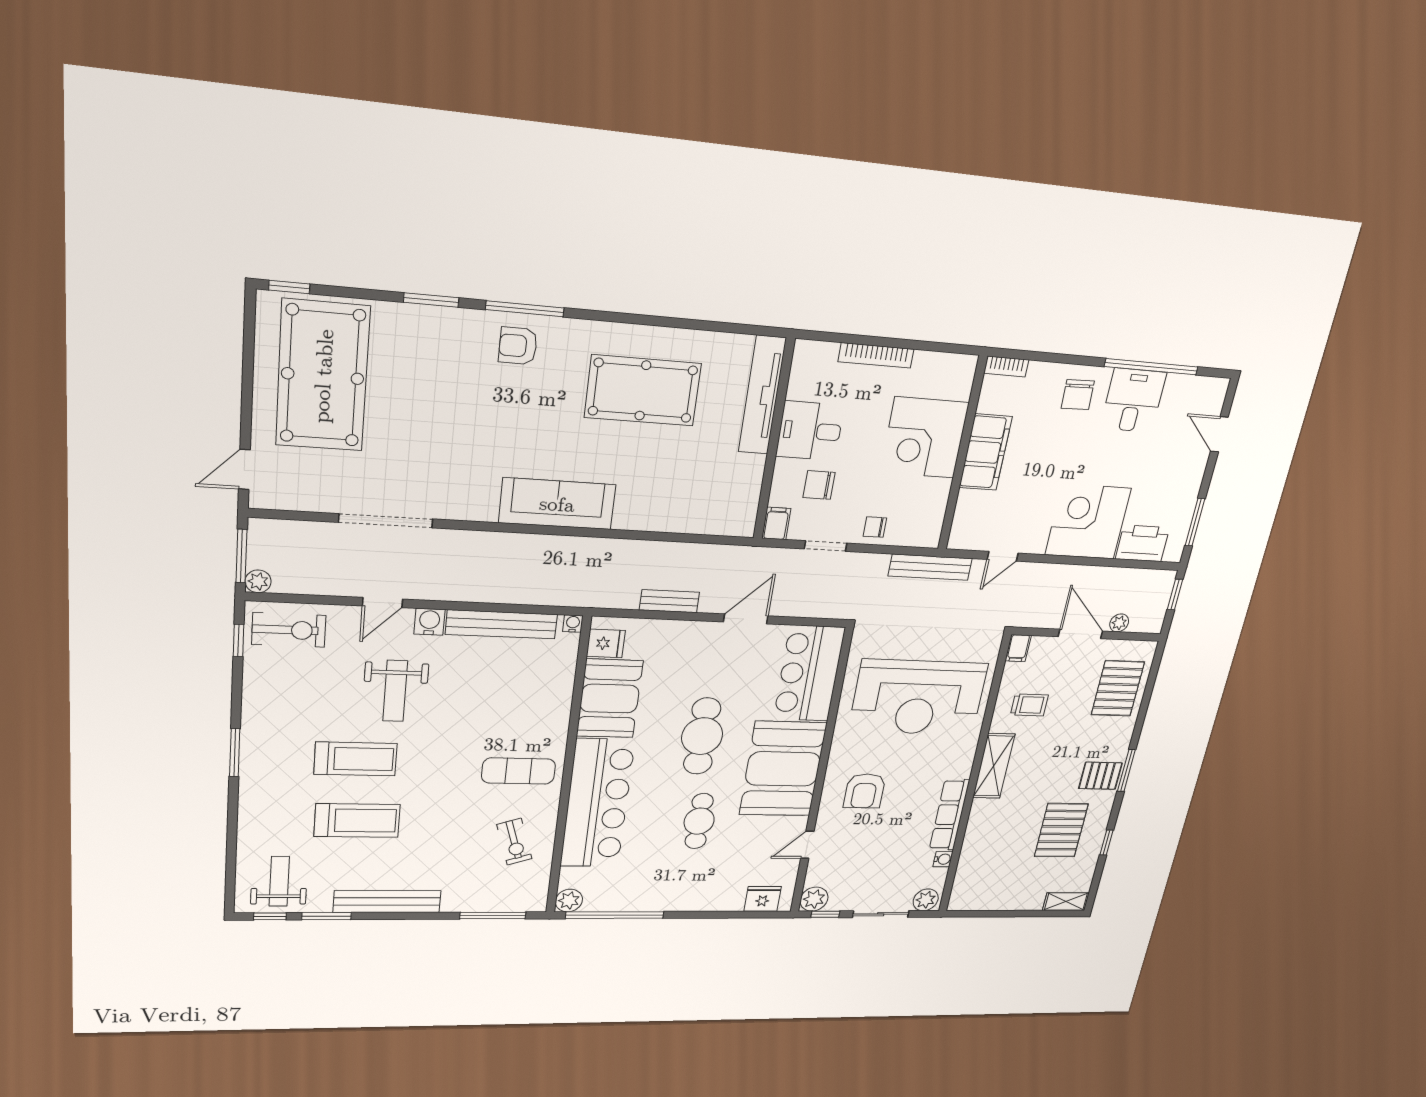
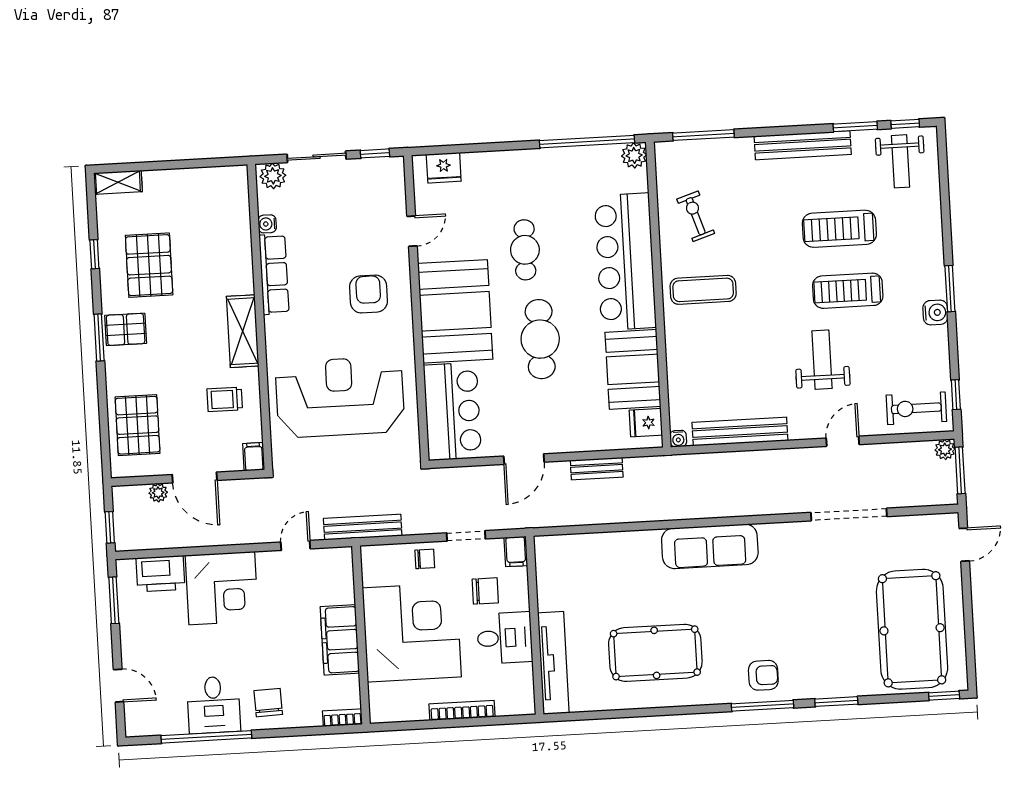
corner desk: (925, 438) -> (412, 632), width x1.36, depth x1.36
water cooler: (429, 622) -> (935, 312), moved, turned -90
plant: (814, 899) -> (391, 170), removed

